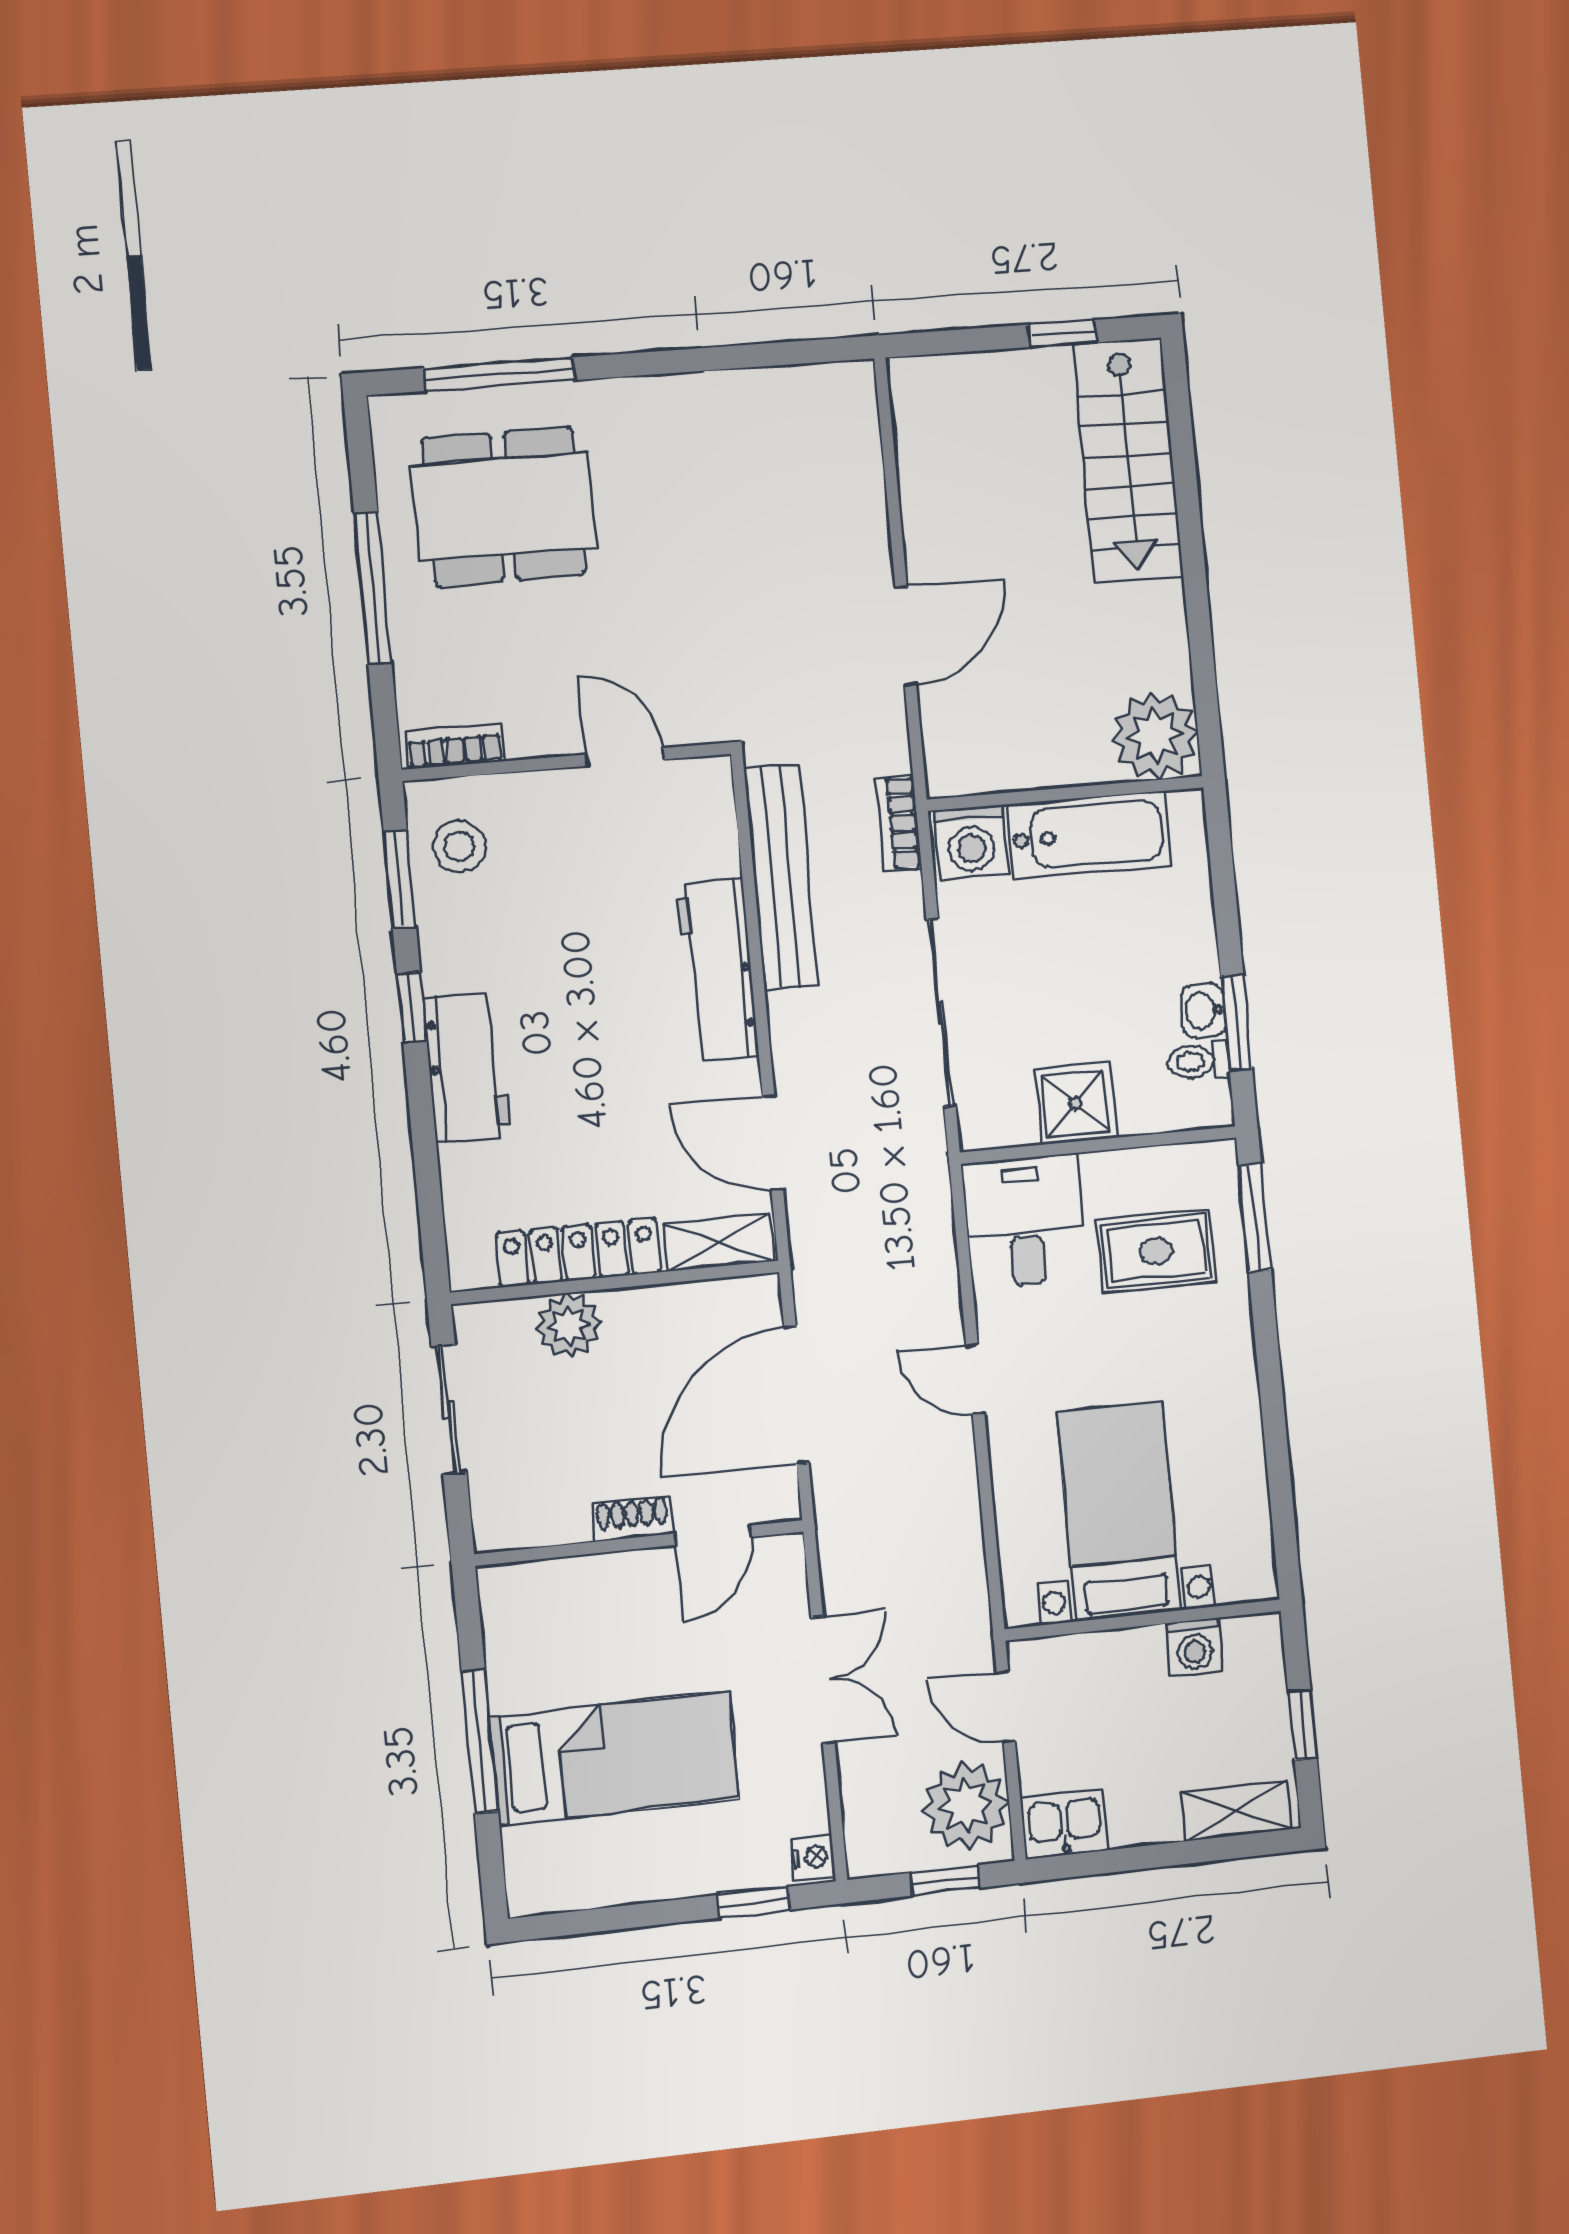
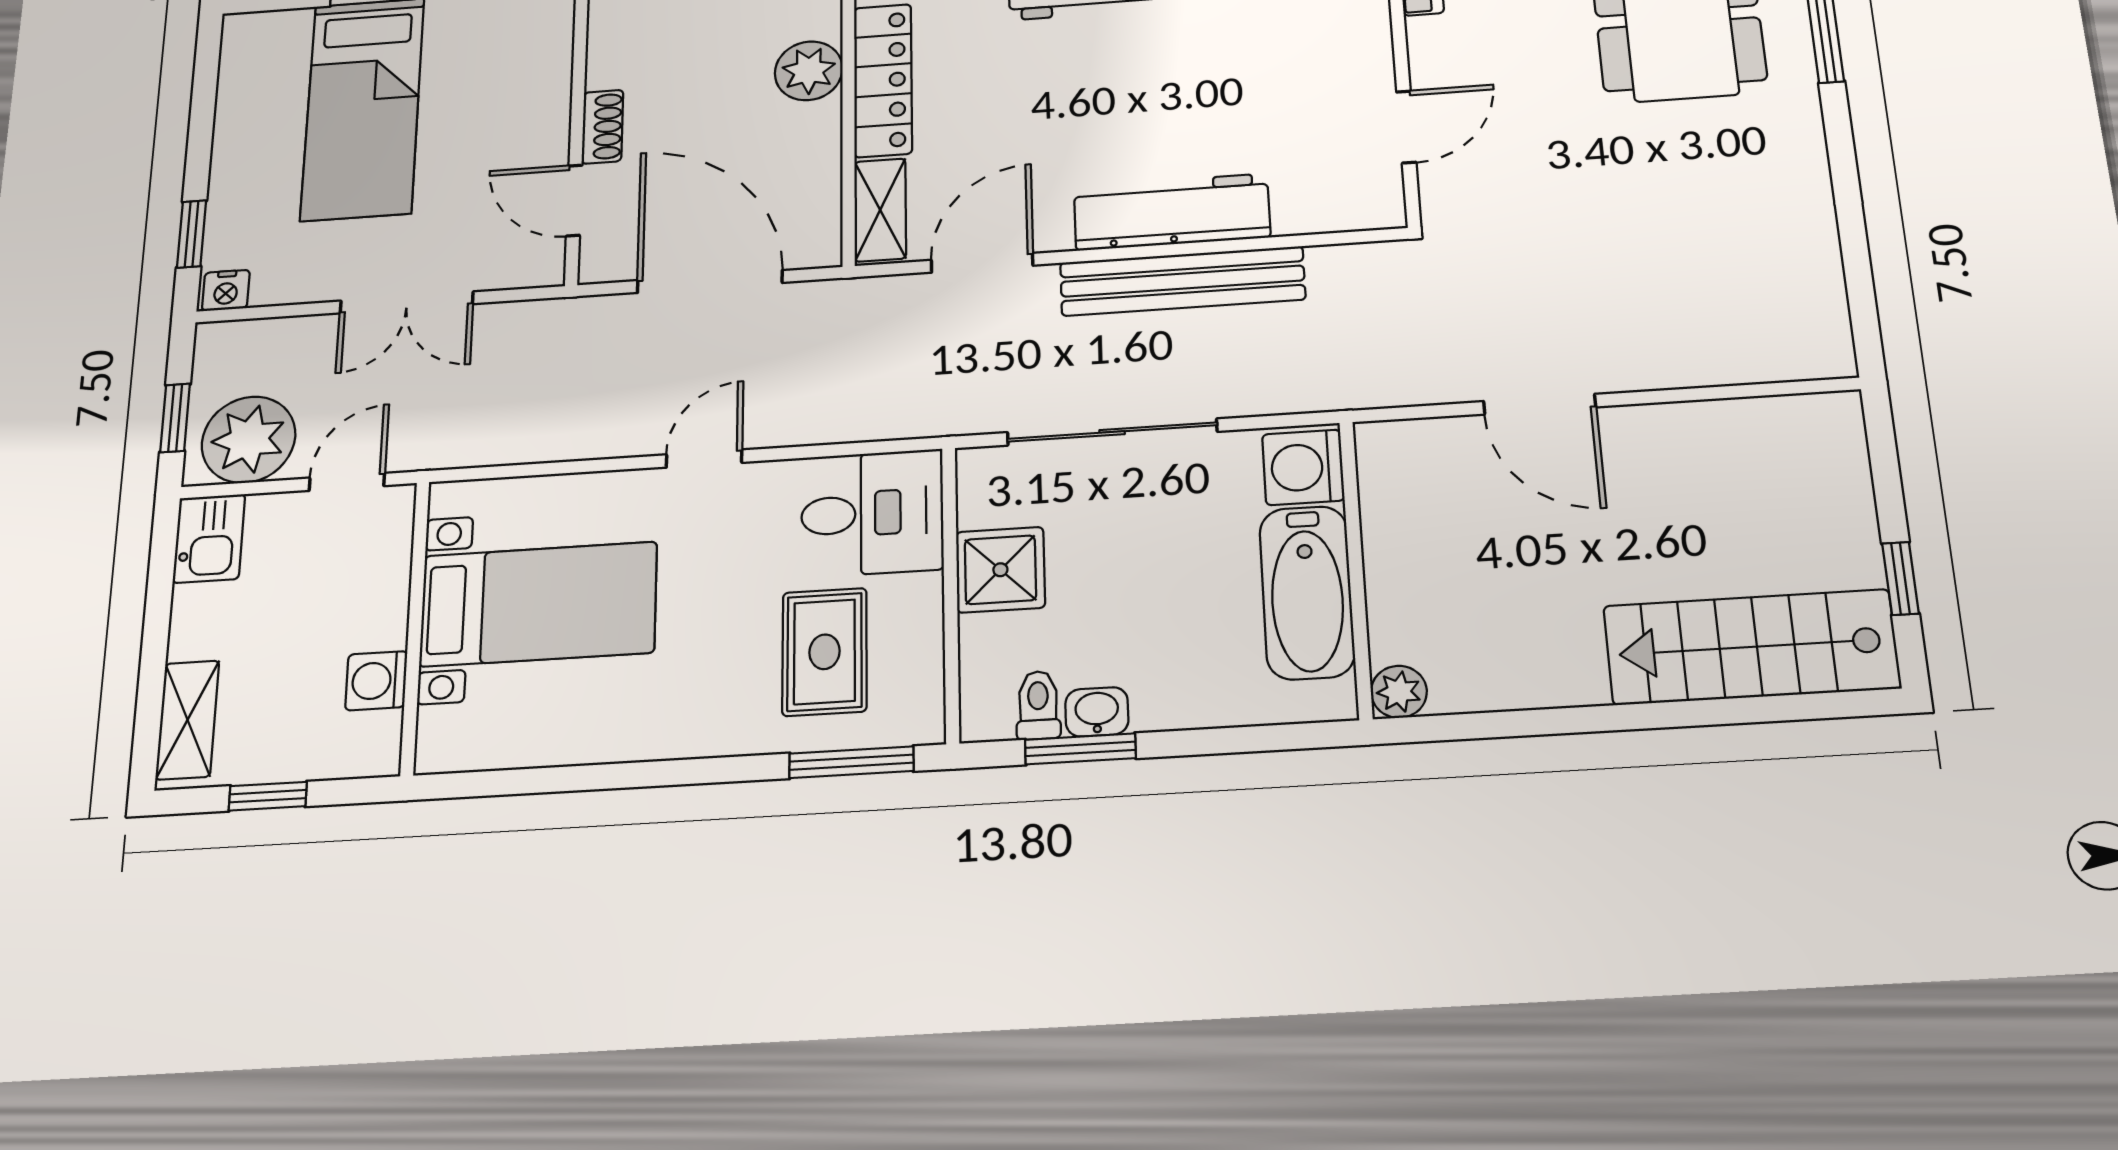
plant: (1155, 736) -> (1399, 692), width x0.53, depth x0.53
bookcase: (898, 823) -> (1327, 393), removed
bench: (781, 877) -> (1182, 281), moved

